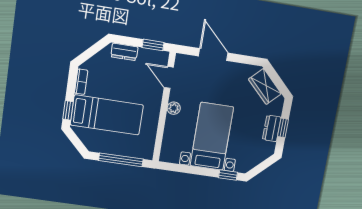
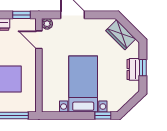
plant: (174, 108) -> (47, 24), moved

